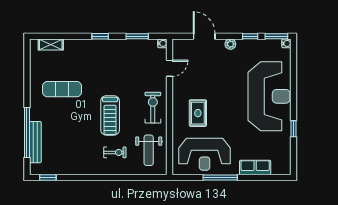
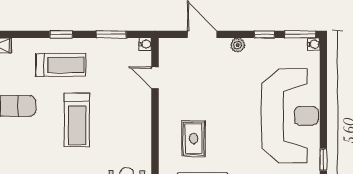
treadmill: (100, 59) -> (61, 65), added
door: (169, 68) -> (155, 78), swing flipped
exercise bike: (153, 108) -> (133, 131), removed
treadmill: (110, 115) -> (77, 120), moved

